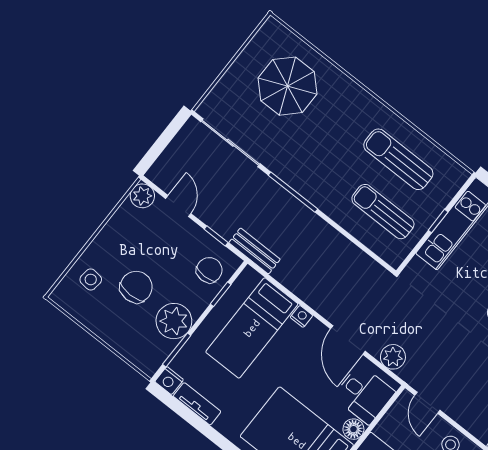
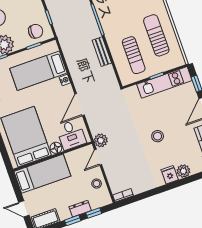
sun lounger: (383, 212) -> (134, 55), turned 180
bench: (254, 251) -> (102, 52), moved
plant: (393, 357) -> (101, 140), moved

